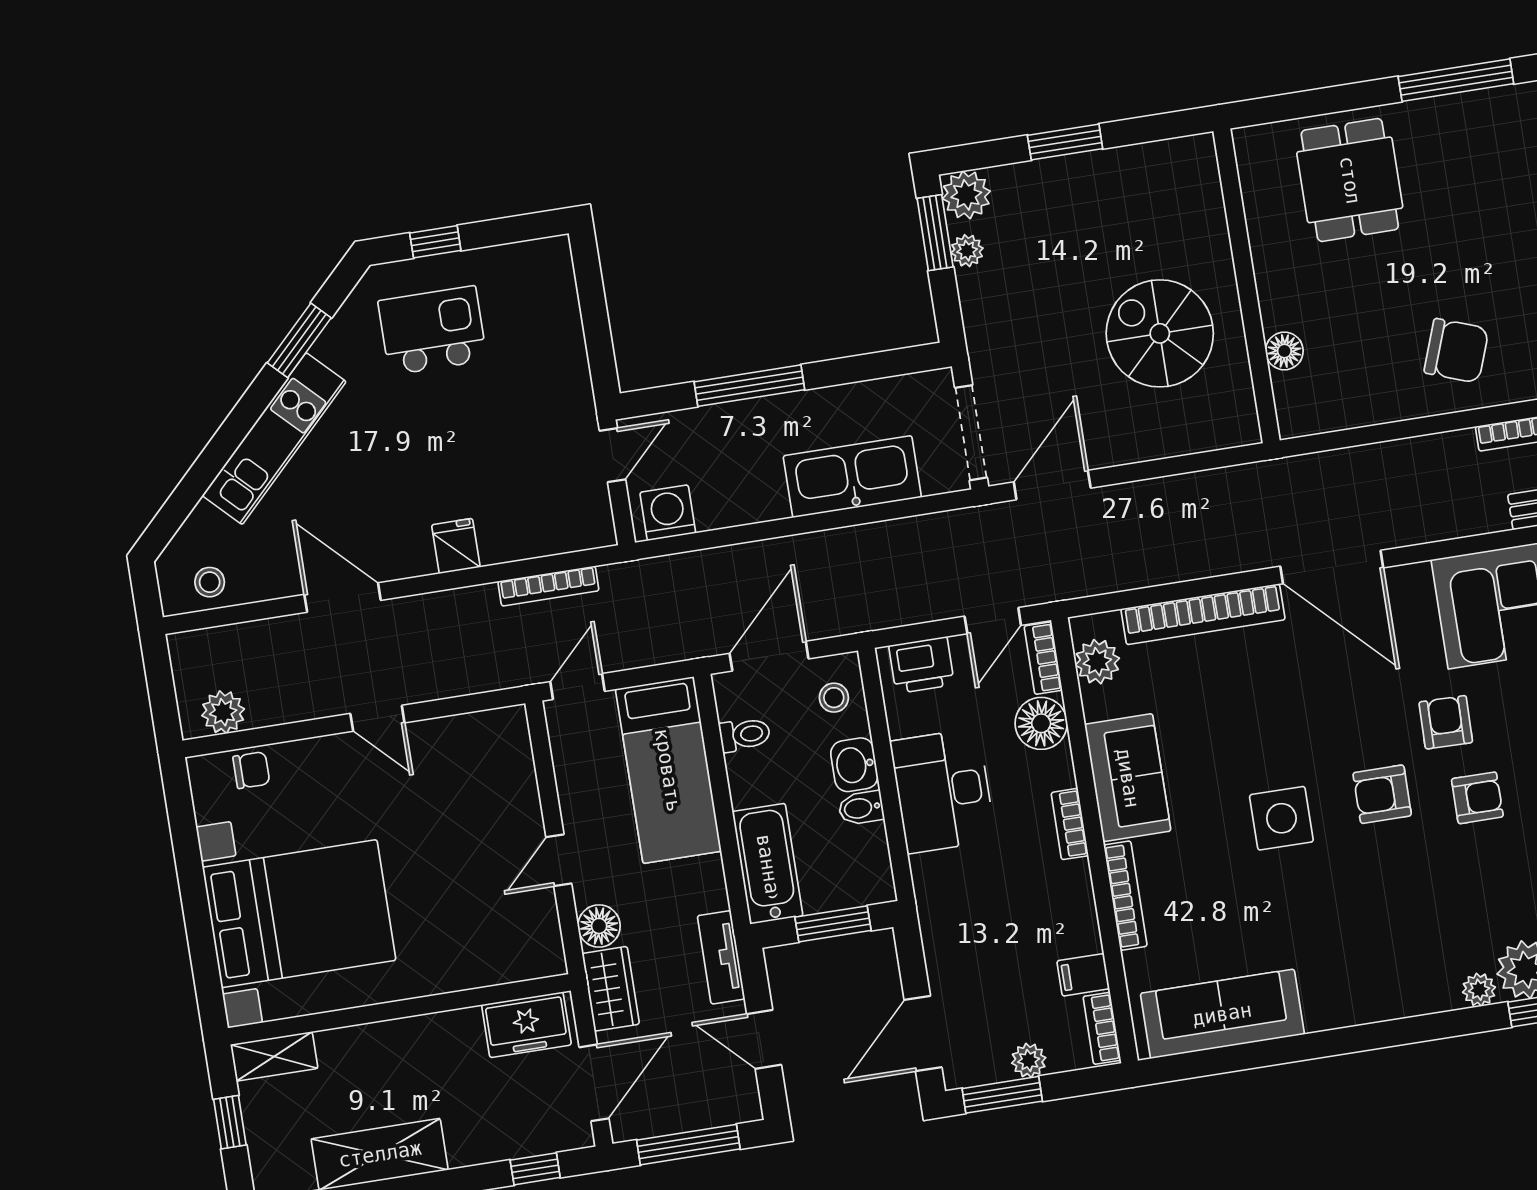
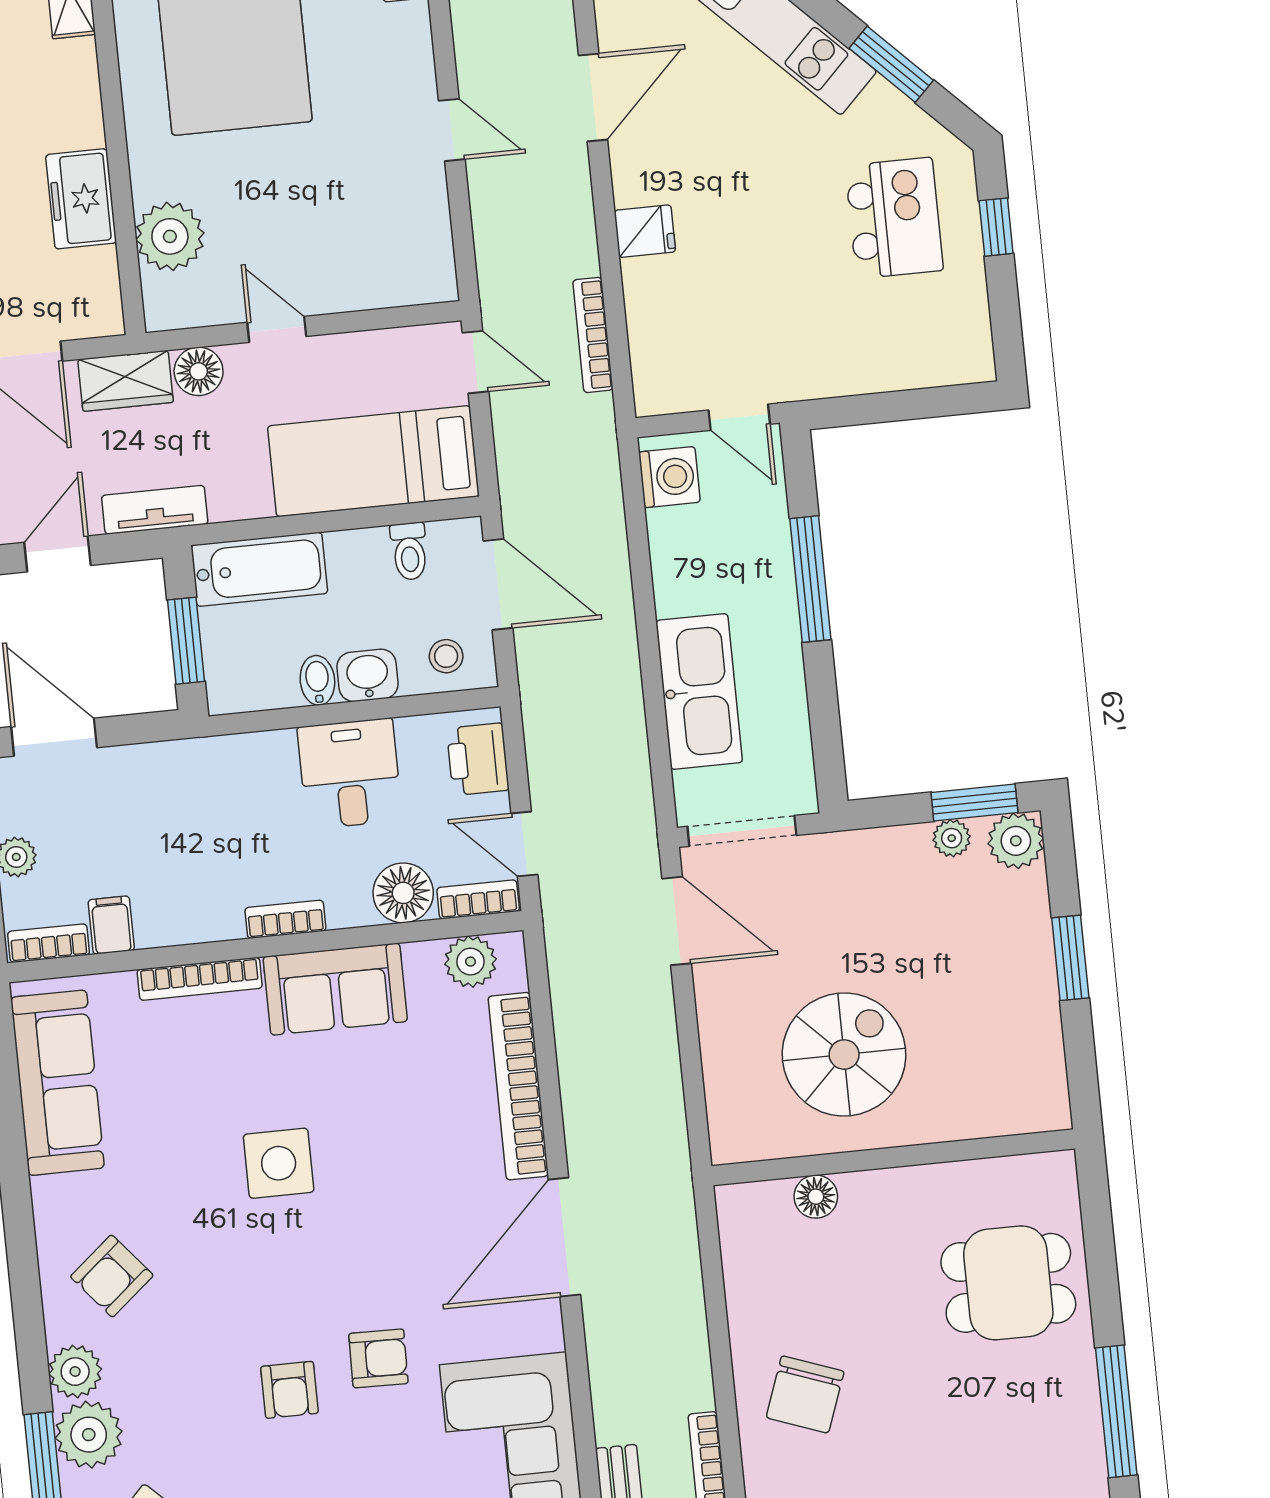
door: (377, 718) -> (452, 130), swing flipped
desk: (943, 791) -> (350, 774), width x0.73
armchair: (1382, 794) -> (112, 1276), moved, turned -130
plant: (483, 957) -> (170, 236), added
plant: (1479, 990) -> (75, 1372), width x1.38, depth x1.38
freezer: (526, 1025) -> (81, 199), moved

